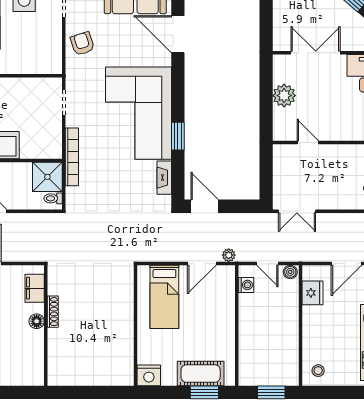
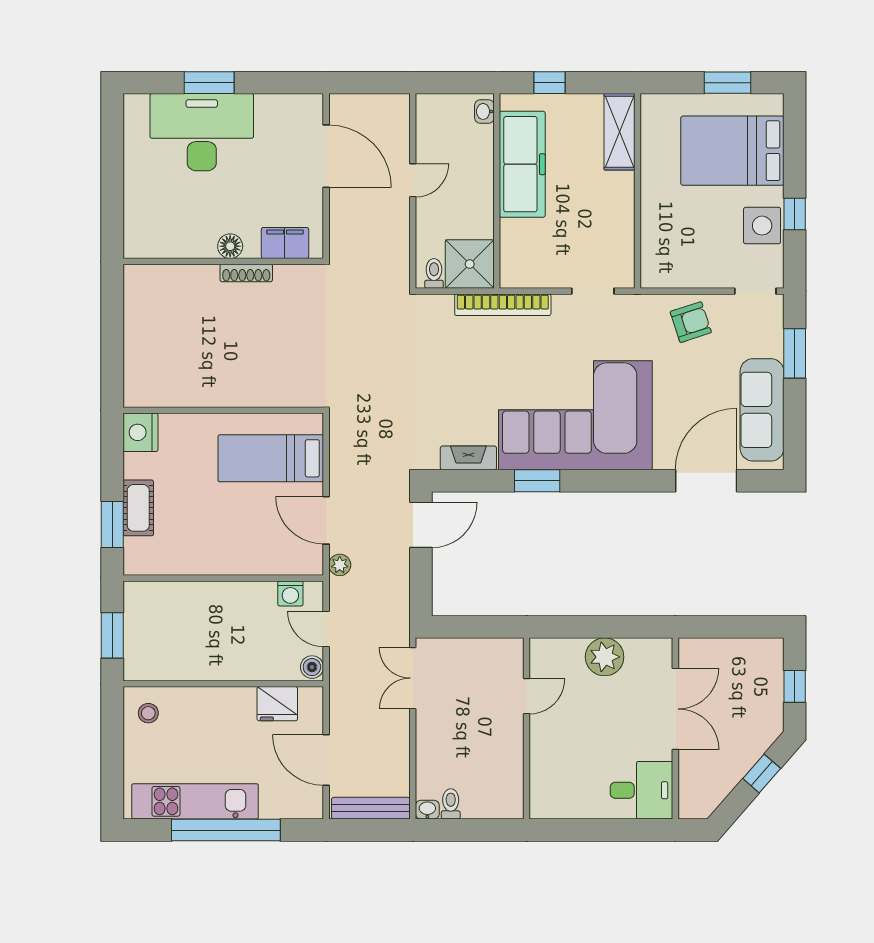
door: (267, 263) -> (326, 629), hinge flipped
cot: (201, 374) -> (138, 508), width x0.73, depth x0.75

